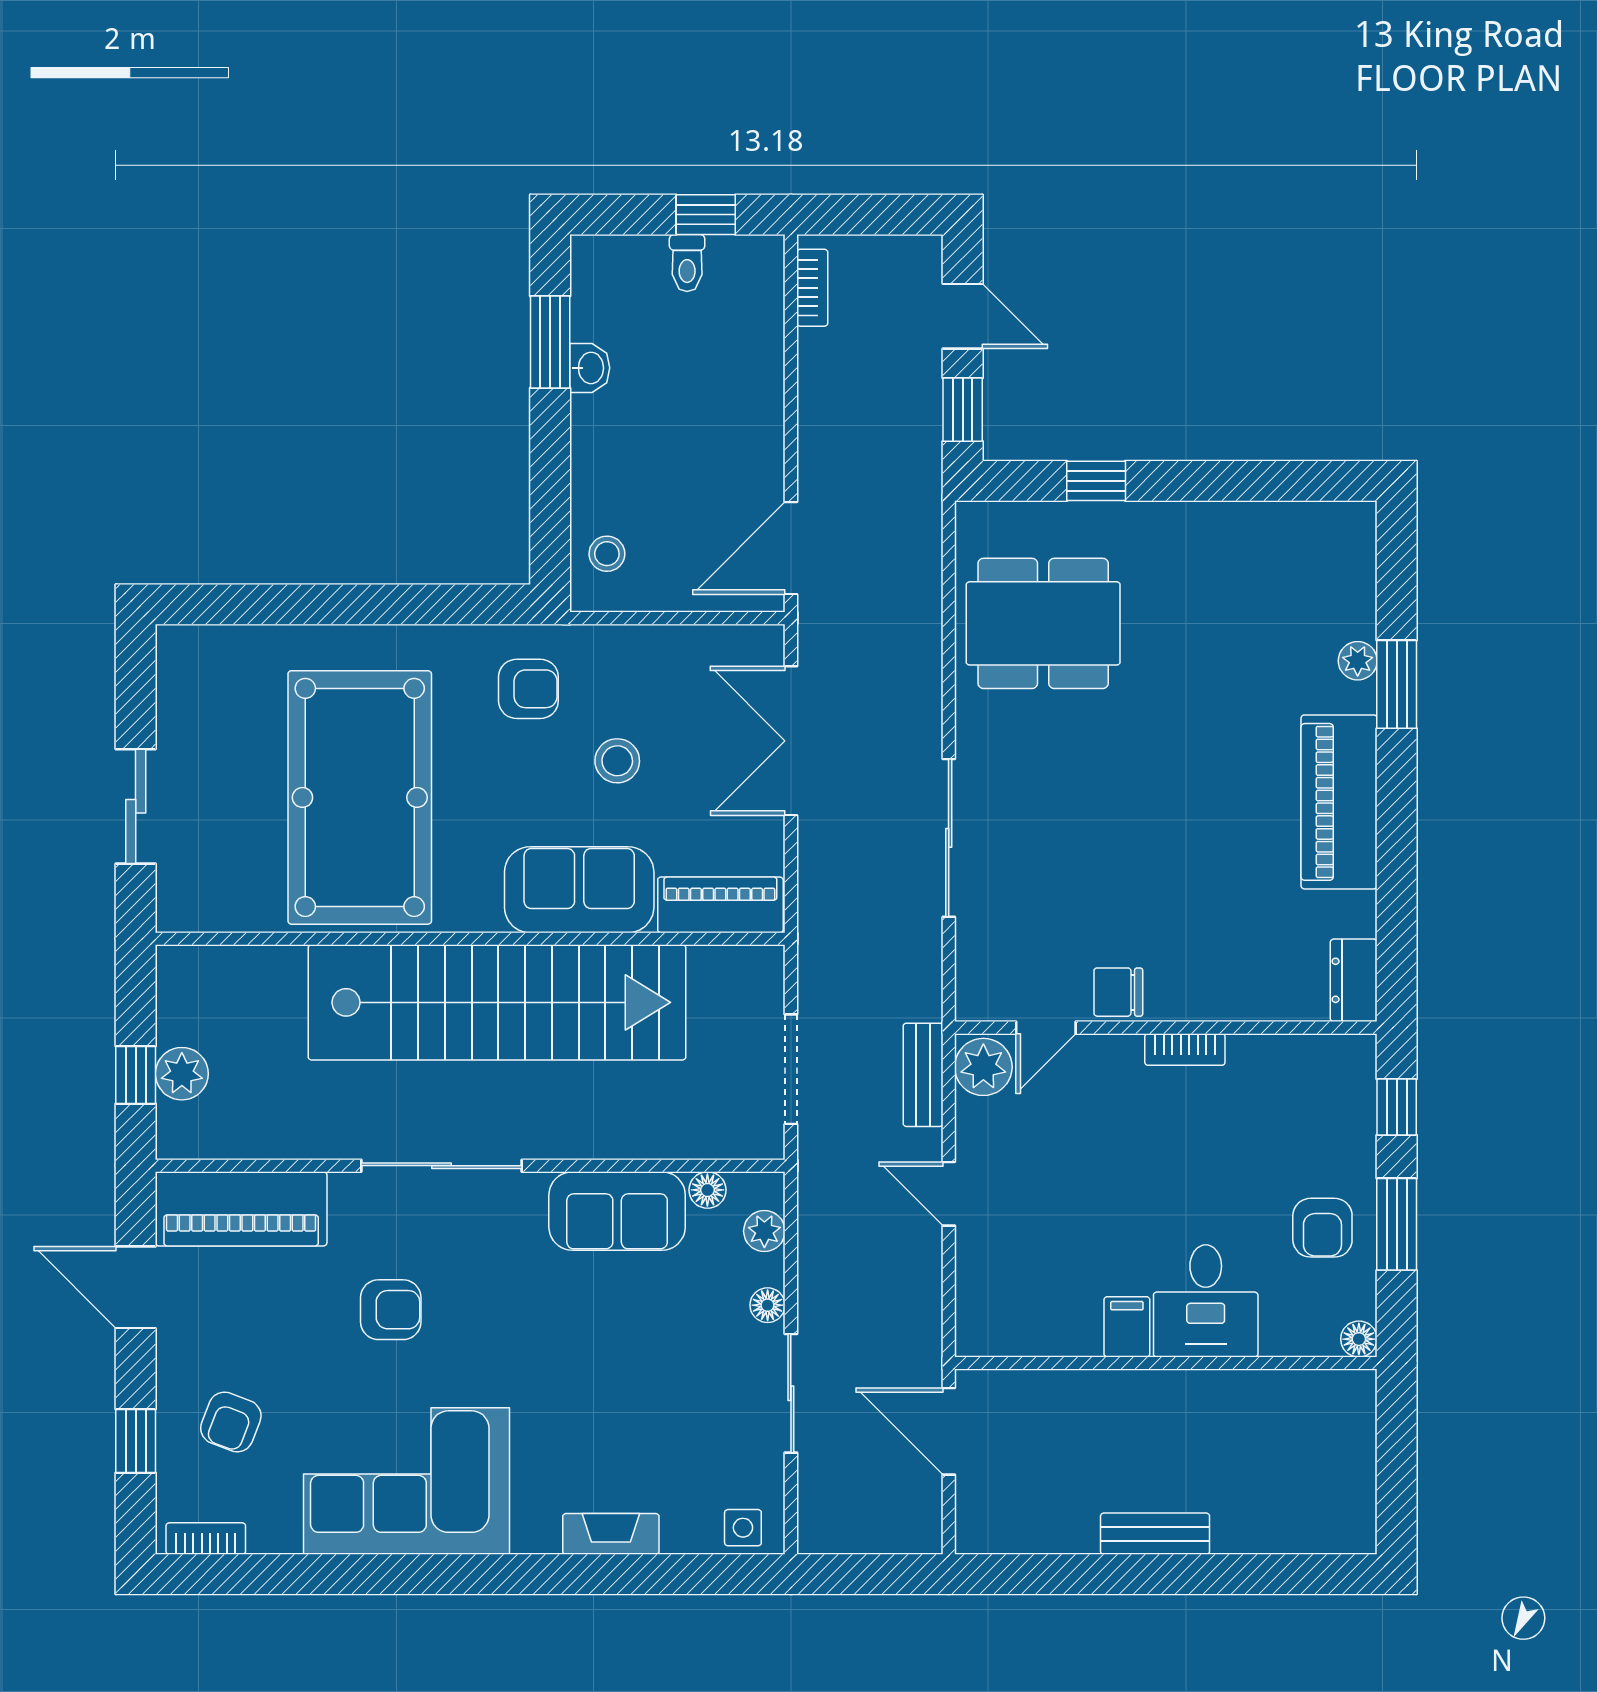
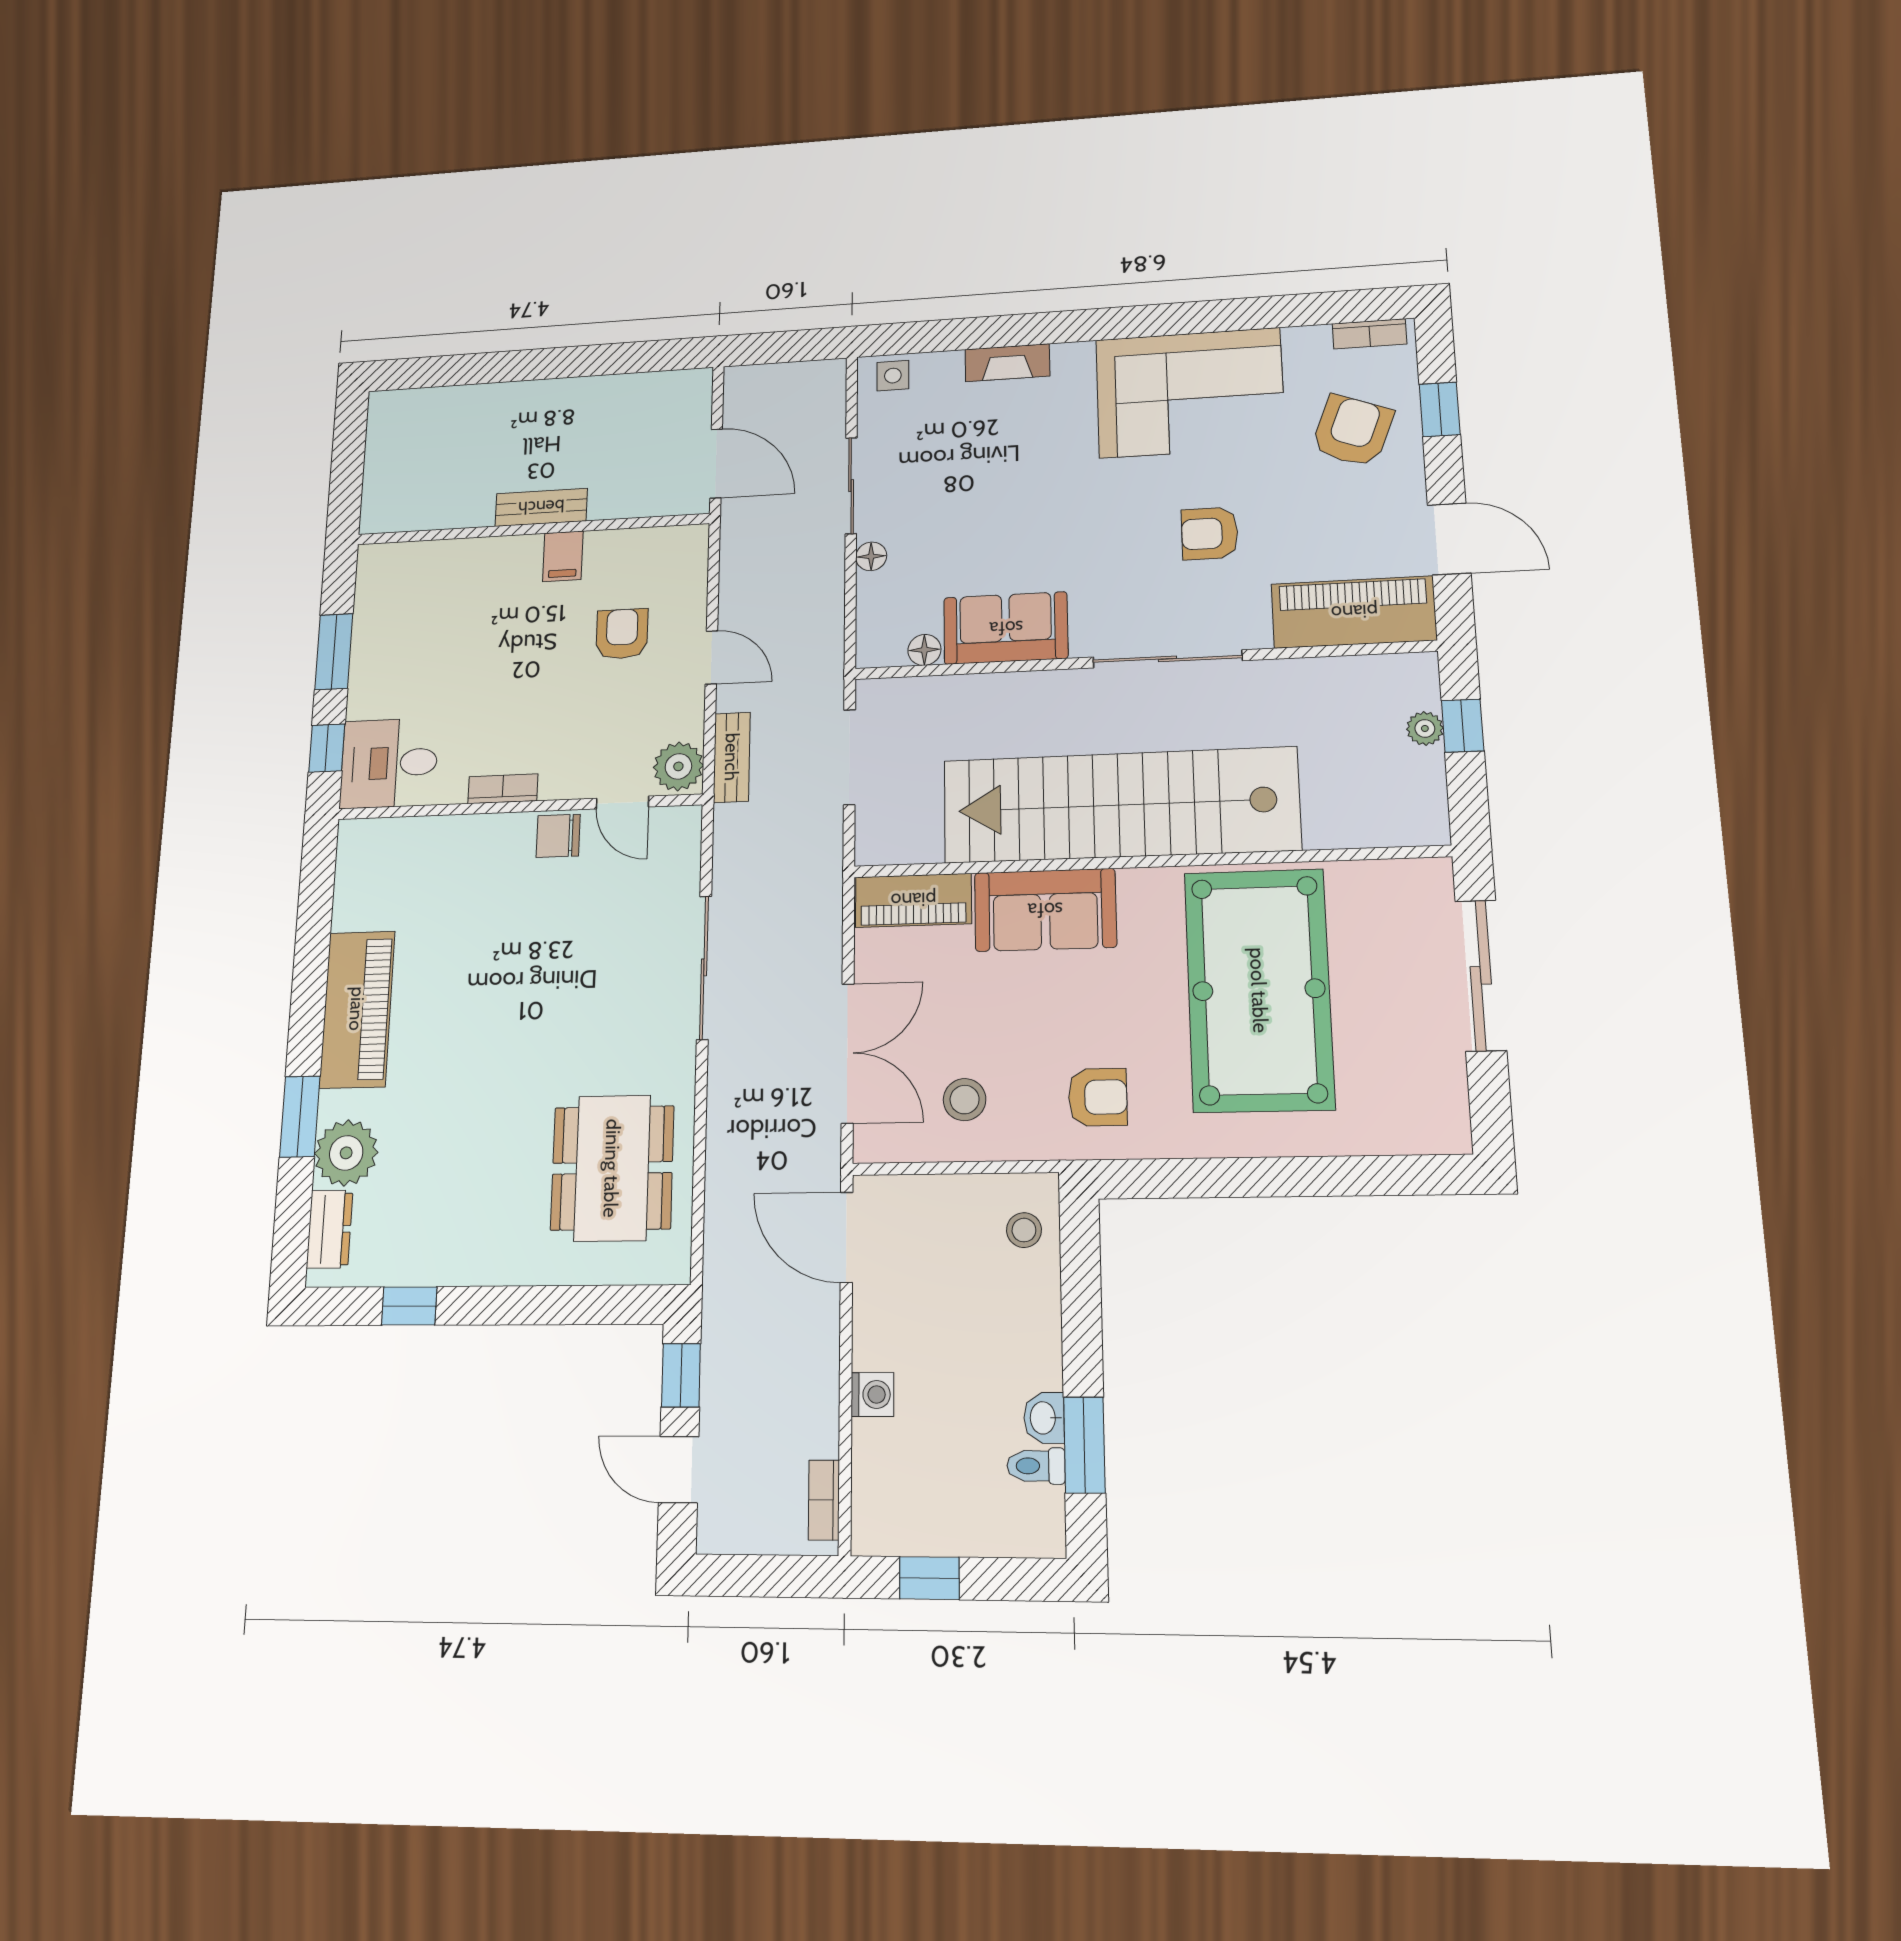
toilet: (687, 263) -> (1036, 1466), moved, turned -90
washing machine: (763, 390) -> (872, 1395), added
window: (1096, 481) -> (409, 1306), moved
door: (791, 548) -> (846, 1237), swing flipped
dining table: (1043, 623) -> (612, 1168), turned 90
plant: (1358, 661) -> (346, 1153), width x1.88, depth x1.88
armchair: (528, 689) -> (1098, 1097), turned 180
stool: (617, 761) -> (965, 1100), moved
sliding door: (136, 806) -> (1481, 975), width x1.37
dresser: (1354, 980) -> (330, 1229), moved
chair: (1118, 992) -> (558, 836), turned 180
door: (1046, 1028) -> (622, 803), swing flipped
plant: (182, 1074) -> (1425, 728), width x0.73, depth x0.73
armchair: (1322, 1228) -> (622, 634), moved
plant: (764, 1231) -> (874, 618), removed
desk: (1206, 1301) -> (389, 763), moved, turned -90
floor lamp: (1359, 1339) -> (371, 558), removed
armchair: (231, 1422) -> (1352, 431), width x1.38, depth x1.38
bench: (1155, 1534) -> (541, 507), moved

